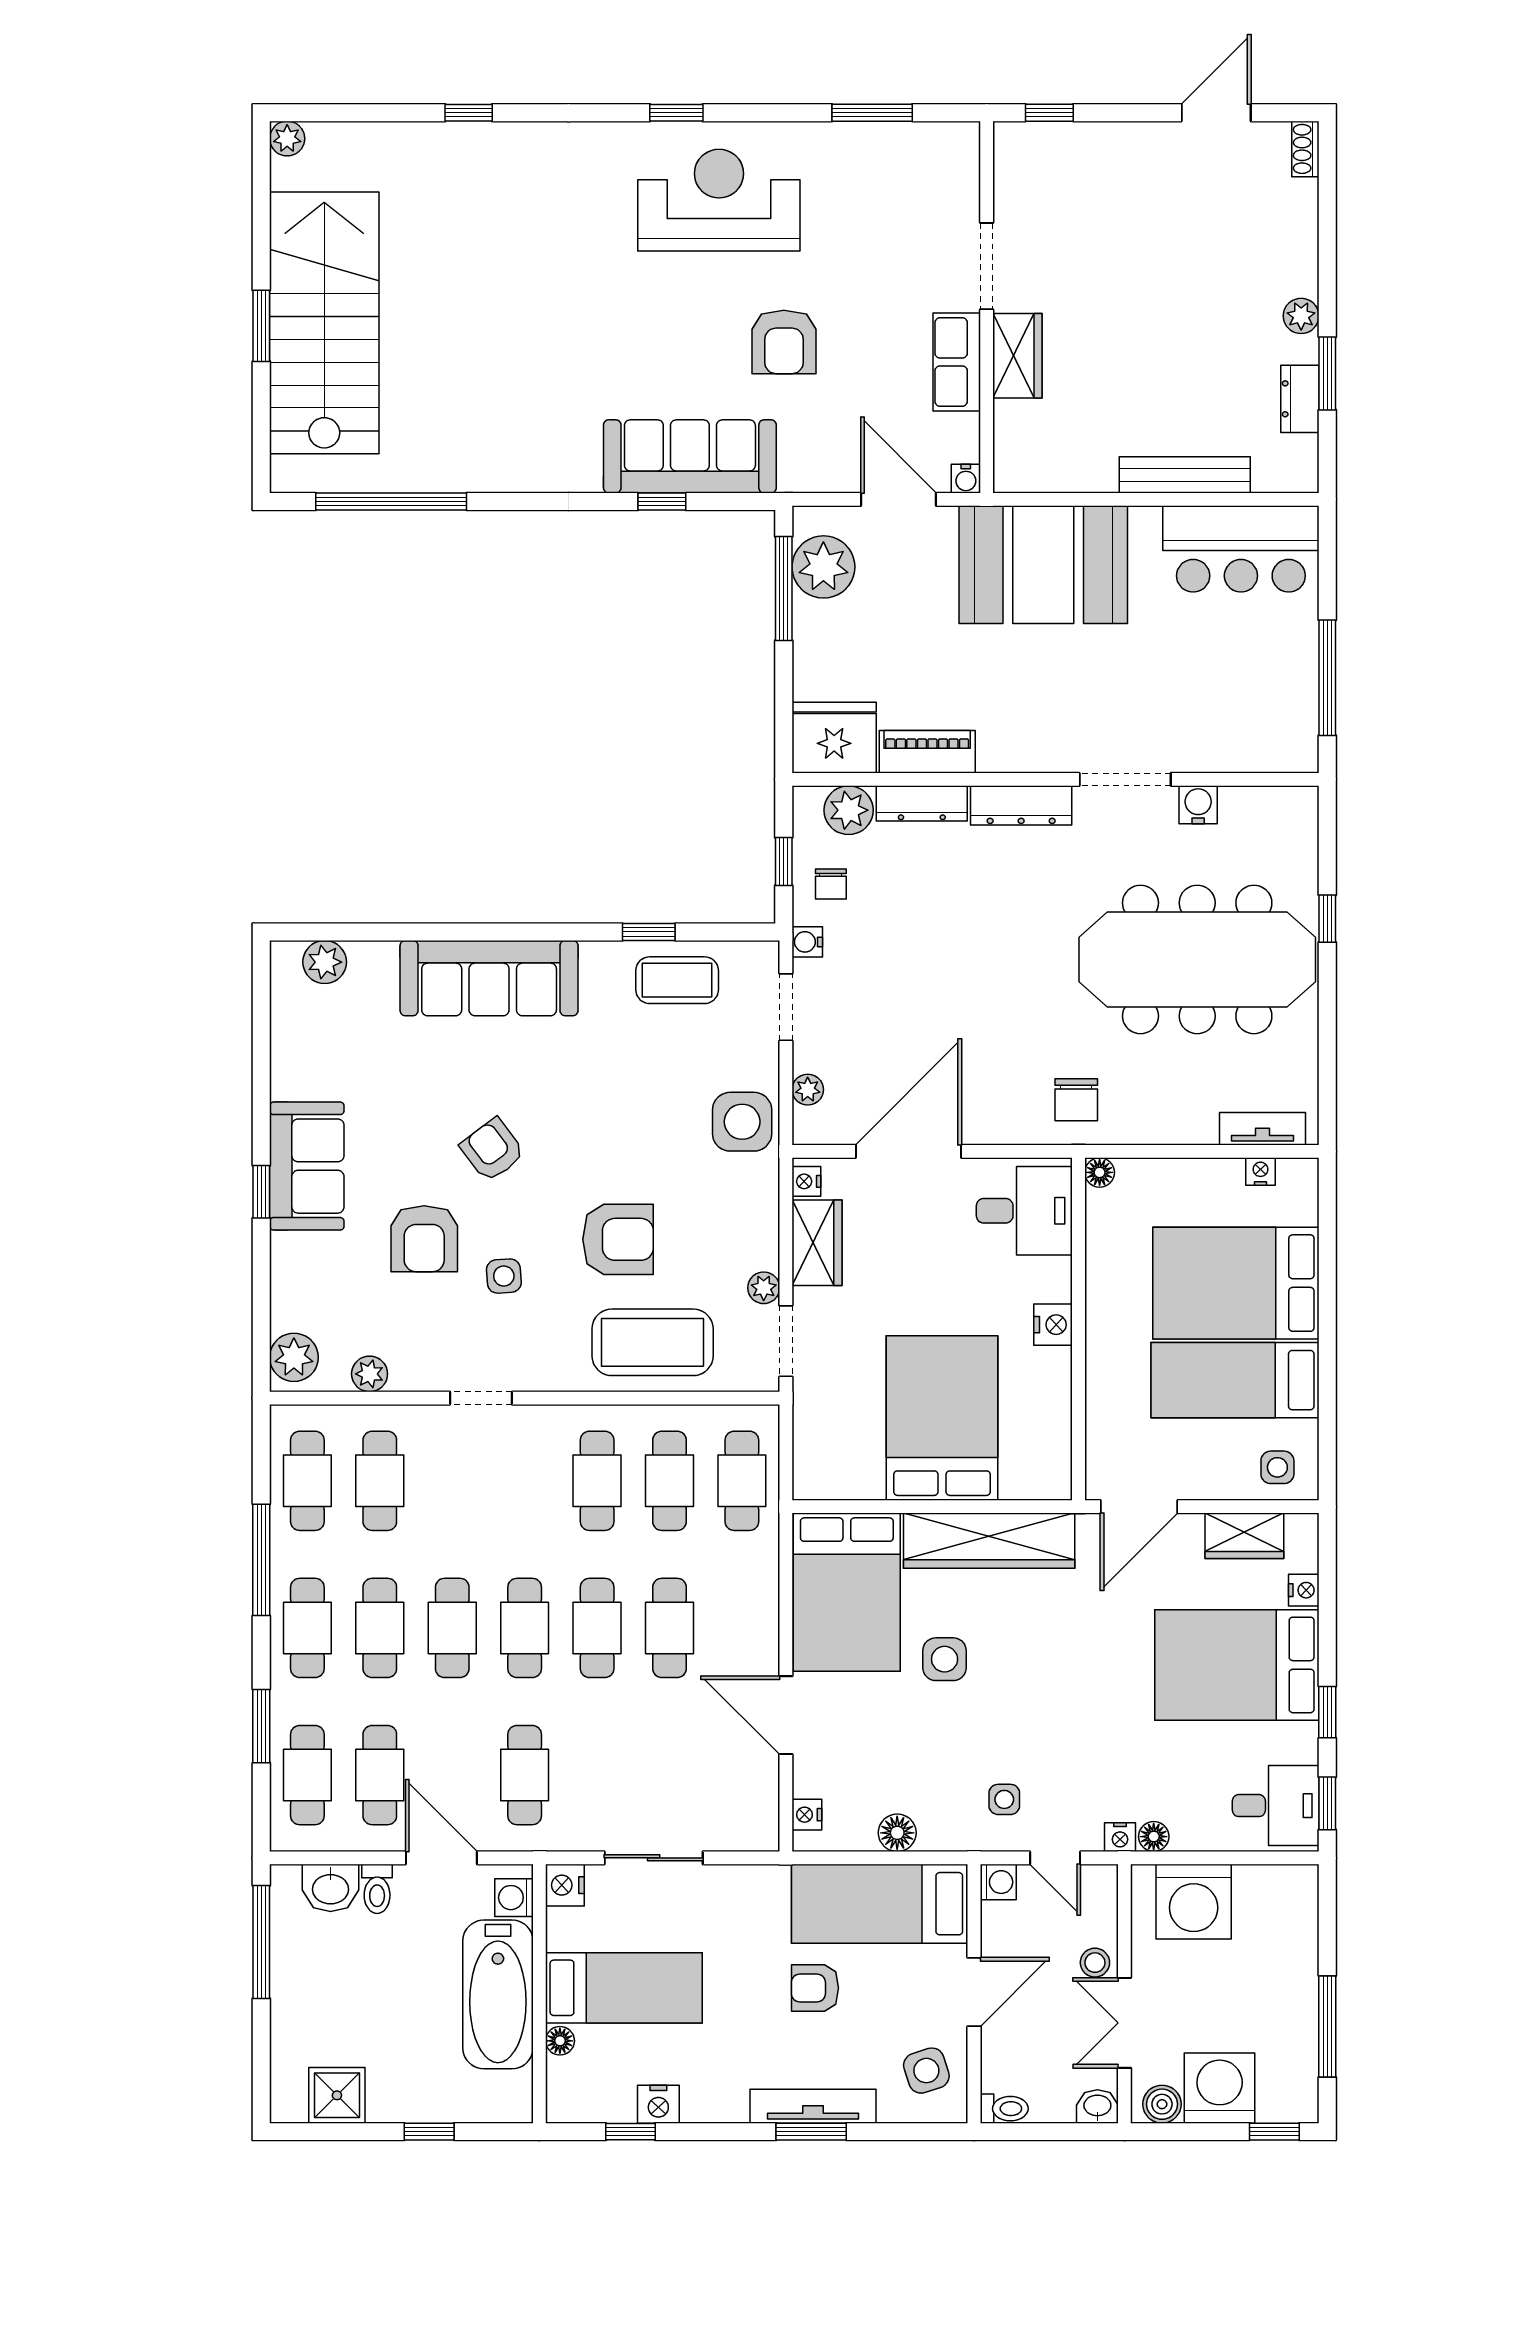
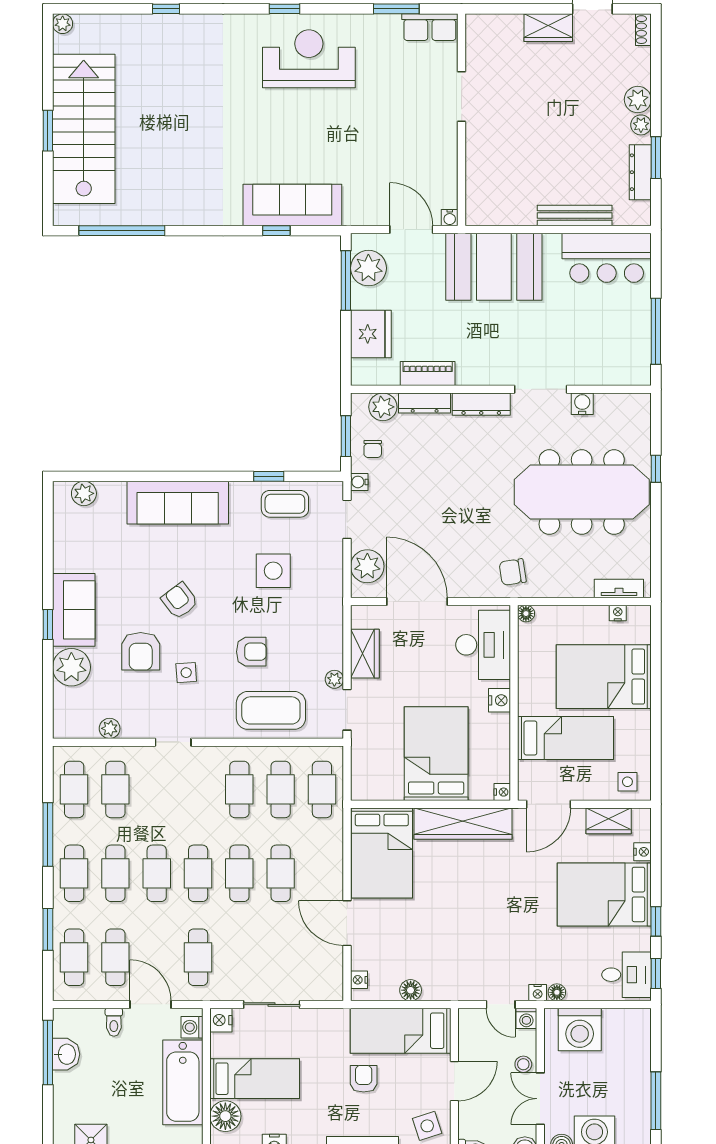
window: (1049, 113) -> (497, 9), removed
plant: (1296, 271) -> (638, 100), added
armchair: (784, 342) -> (346, 140), removed
wardrobe: (1017, 356) -> (548, 28), moved, turned 90
row of seats: (957, 362) -> (430, 27), moved, turned -90
dresser: (1300, 399) -> (640, 172), width x1.44
fridge: (834, 738) -> (371, 334), moved, turned 90
window: (784, 861) -> (346, 436), width x1.50
plant: (808, 1090) -> (367, 566), width x1.88, depth x1.88
chair: (1076, 1100) -> (513, 572), turned 81
side table: (742, 1122) -> (273, 571), moved
door: (908, 1151) -> (417, 602), hinge flipped
nightstand: (806, 1181) -> (502, 792), moved, turned 180
desk: (1024, 1211) -> (483, 645), width x1.37
armchair: (618, 1239) -> (251, 652), width x0.72, depth x0.72
plant: (294, 1357) -> (71, 667), moved, width x1.36, depth x1.36
bed: (1235, 1380) -> (565, 738), moved, turned 180
side table: (945, 1659) -> (438, 891), removed
side table: (1004, 1799) -> (472, 971), removed
washing machine: (998, 1882) -> (526, 1018), moved, turned 90
washbasin: (331, 1888) -> (66, 1054), moved, turned -90
armchair: (815, 1988) -> (364, 1079), turned 90
floor lamp: (560, 2041) -> (225, 1116), width x1.89, depth x1.89

